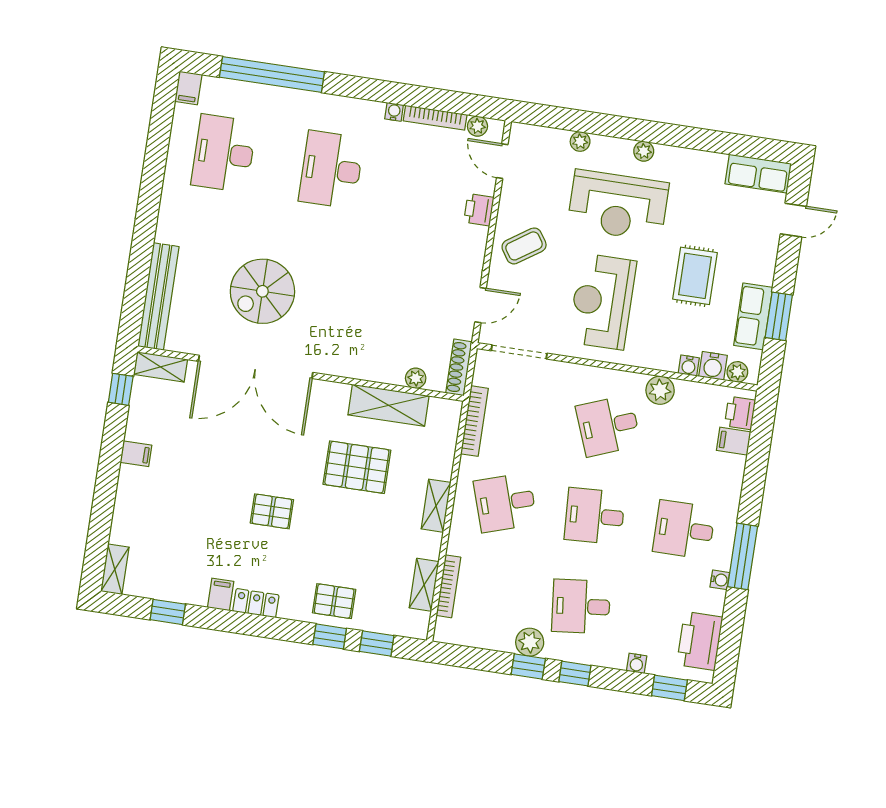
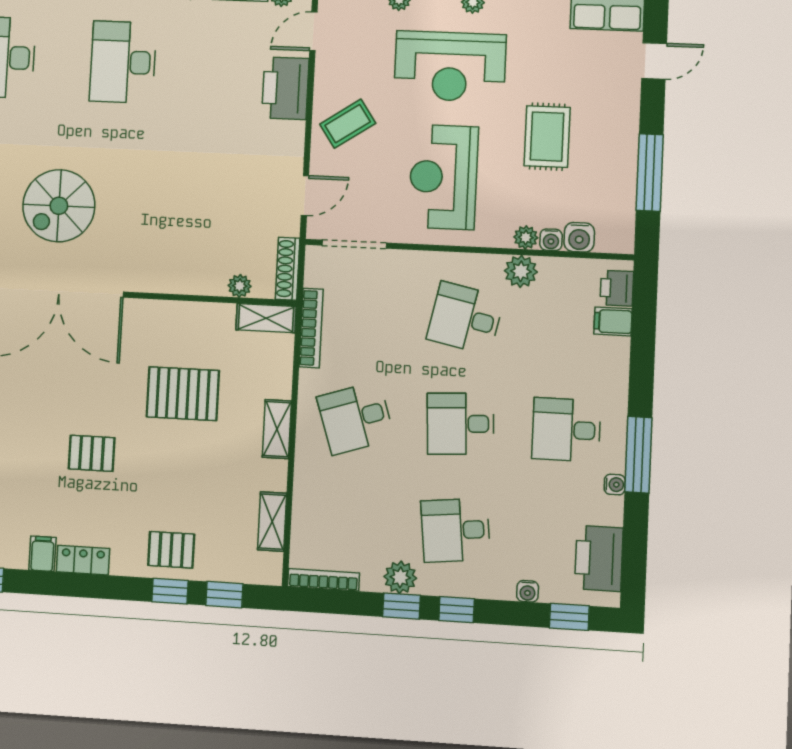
door: (502, 161) -> (313, 31), hinge flipped
printer: (479, 210) -> (285, 88), width x1.87, depth x1.48
row of seats: (753, 316) -> (620, 176), removed
window: (779, 316) -> (650, 172), width x1.44
plant: (737, 372) -> (526, 237), moved
shelving: (389, 405) -> (266, 318), moved, width x0.67, depth x0.75
desk: (608, 426) -> (465, 318), turned 33
bookcase: (448, 586) -> (323, 580), moved, turned -90

